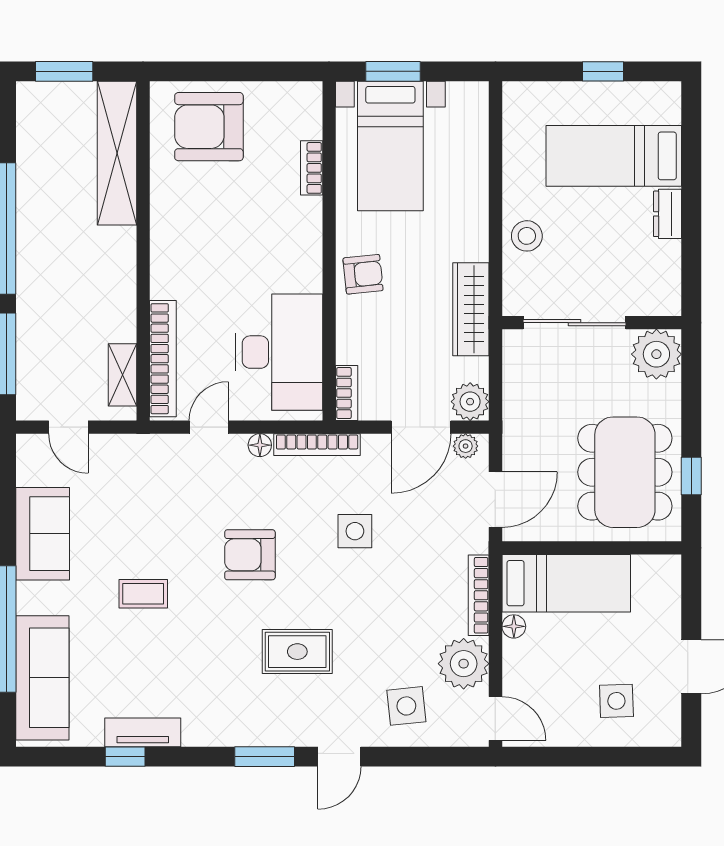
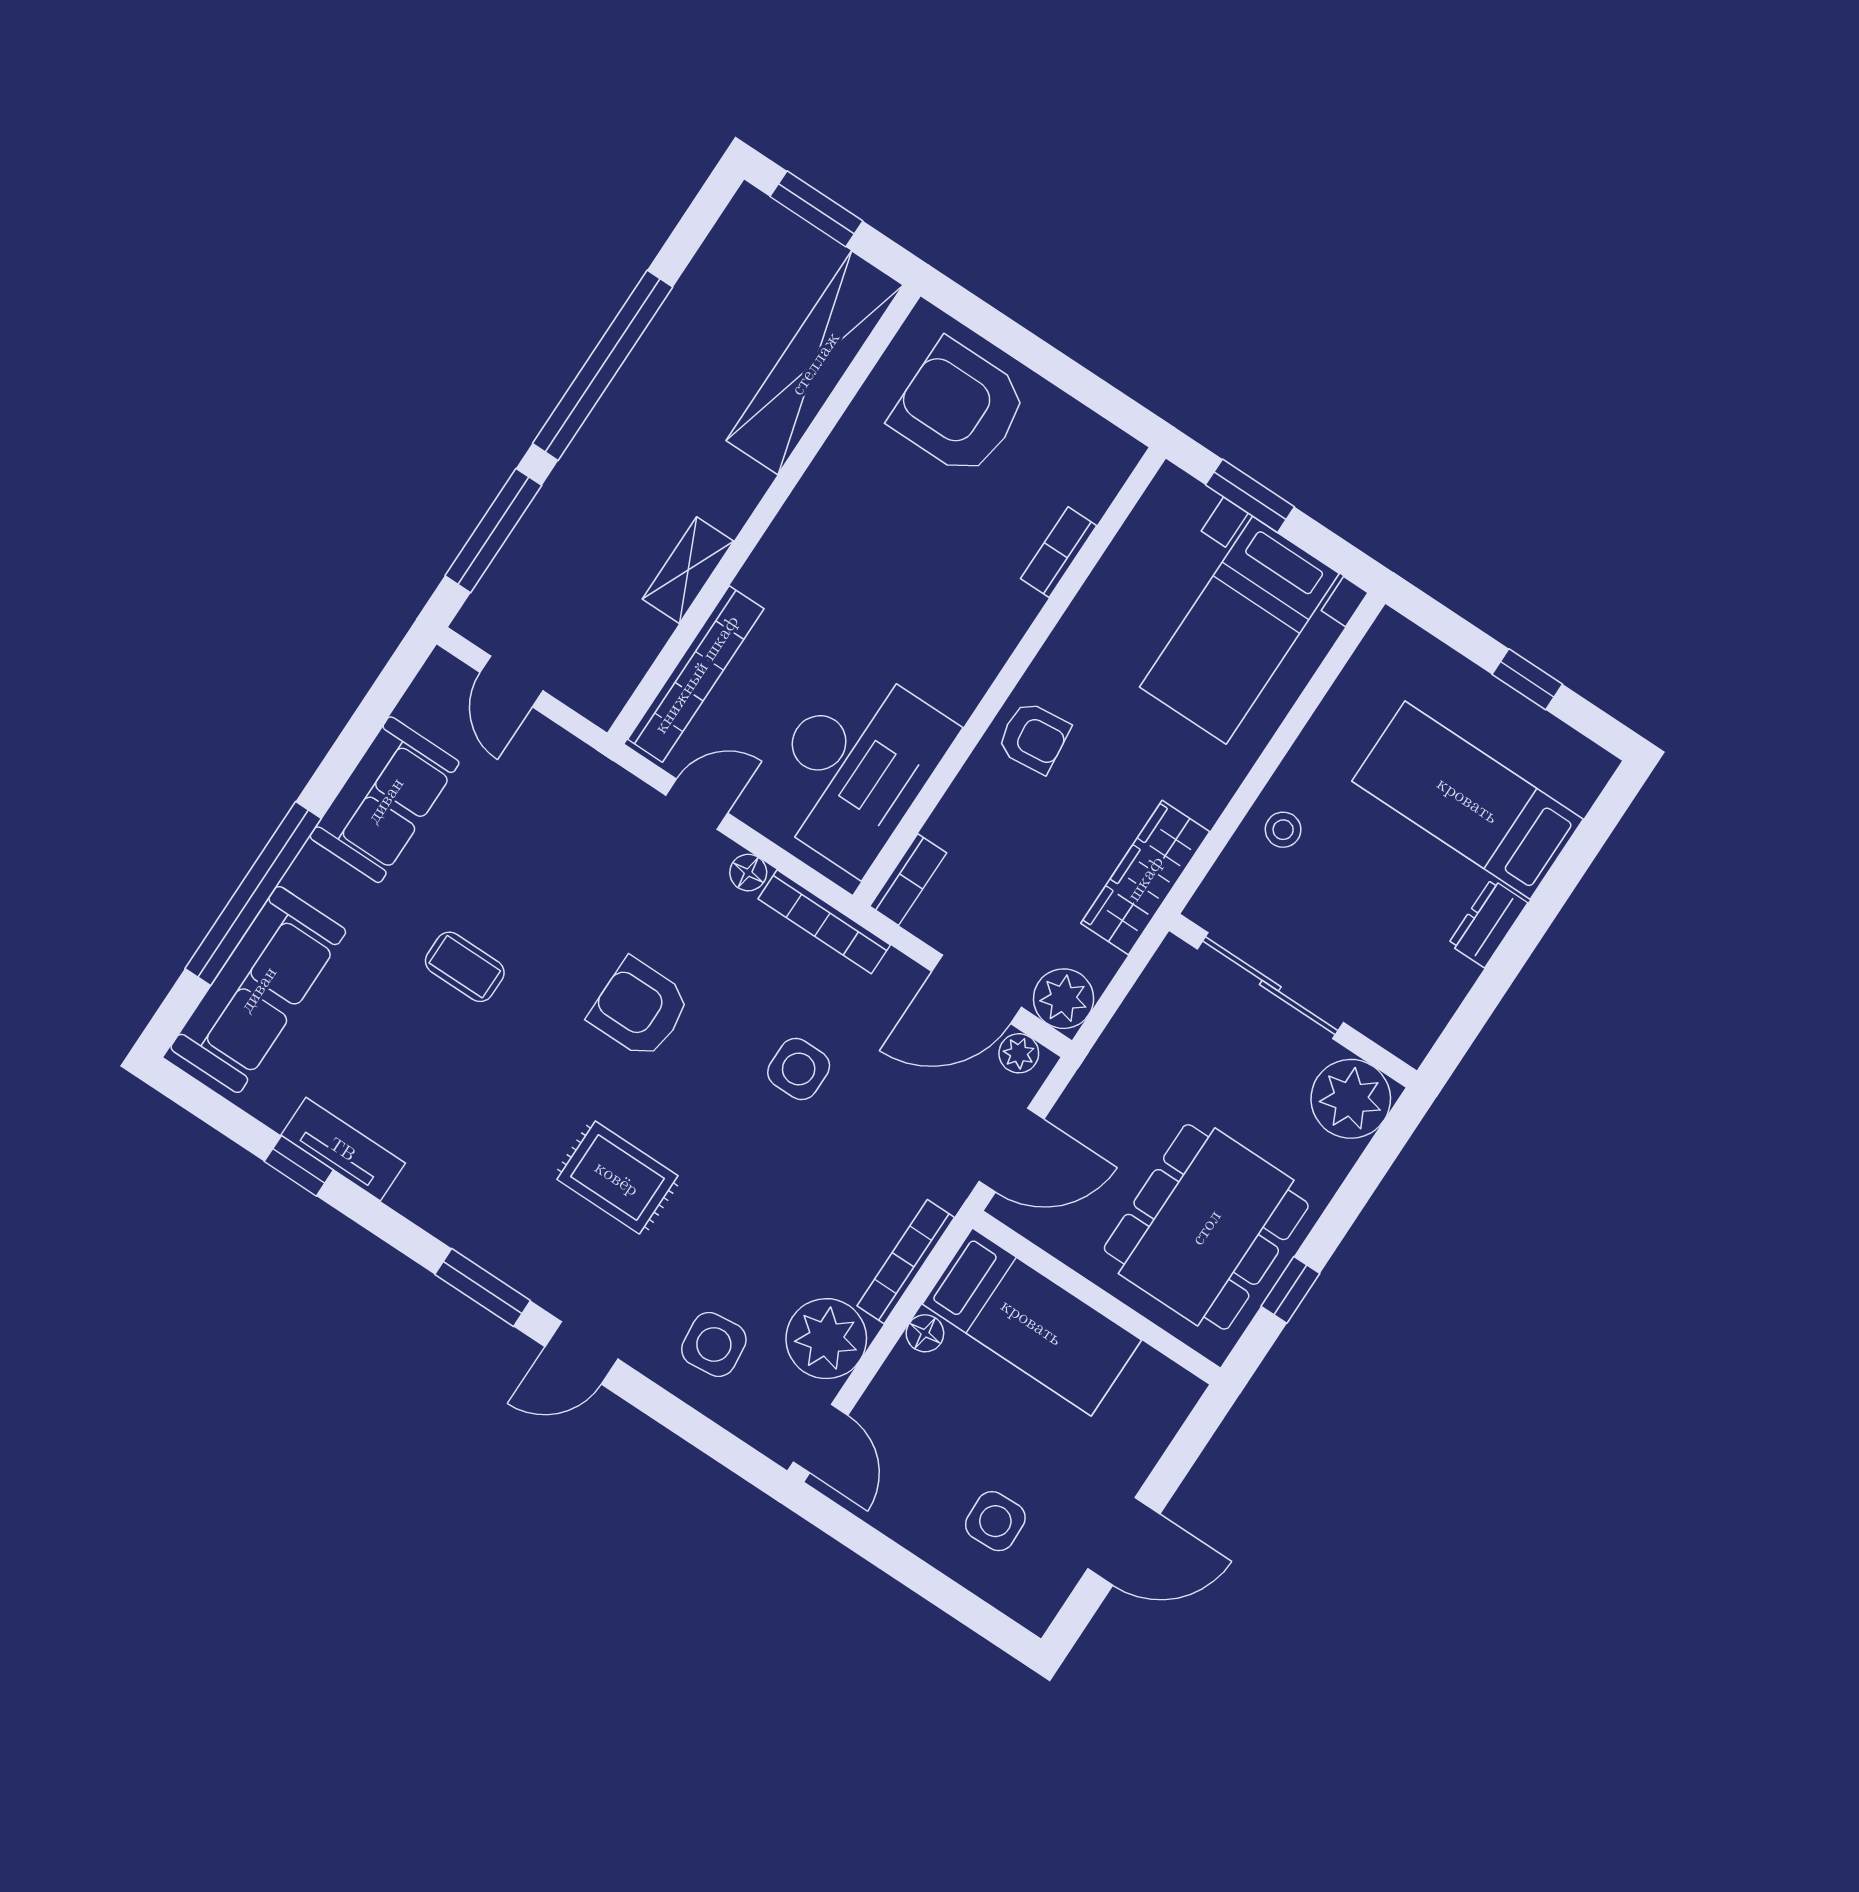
bed with nightstands: (390, 146) -> (1239, 630), moved
stool: (527, 236) -> (1283, 830), width x0.73, depth x0.73
shelving: (122, 375) -> (688, 570), moved

